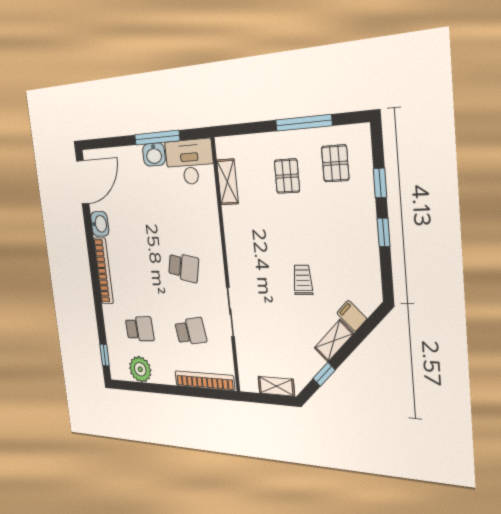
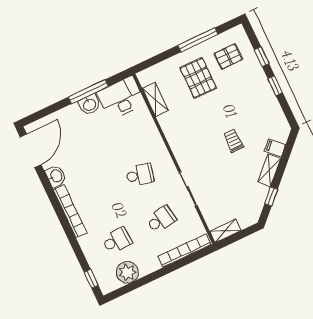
pallet: (335, 163) -> (228, 57), turned 90
pallet: (287, 176) -> (198, 78), width x1.50, depth x1.42
shelving: (276, 386) -> (225, 231), moved

